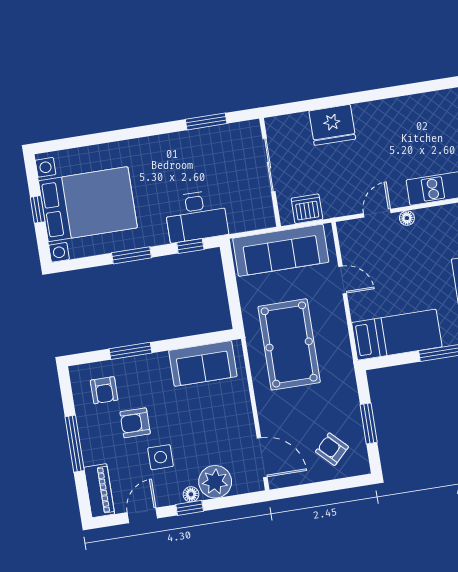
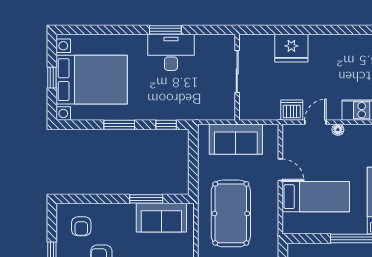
window: (206, 121) -> (165, 30), moved
dishwasher: (307, 209) -> (292, 110), moved
desk: (196, 216) -> (171, 52), moved, turned 180
sofa: (281, 250) -> (236, 139), width x0.73
bed: (397, 335) -> (316, 197), moved
window: (130, 351) -> (146, 199), moved

